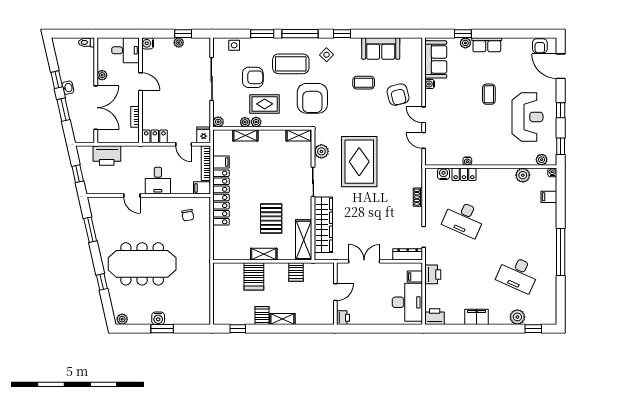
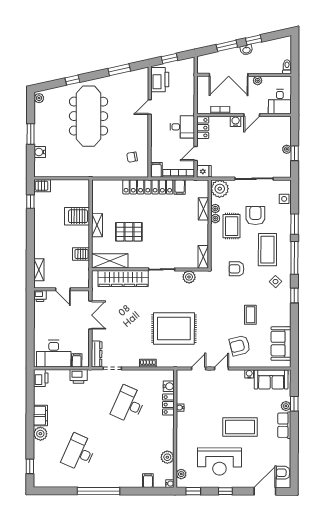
water cooler: (148, 43) -> (236, 121), moved
sofa: (381, 48) -> (281, 344), moved
armchair: (253, 77) -> (255, 216), turned 180
coffee table: (489, 94) -> (240, 427), width x1.86, depth x1.72
armchair: (312, 98) -> (237, 269), width x0.53, depth x0.53
plant: (218, 122) -> (220, 189), width x1.87, depth x1.87
printer: (107, 155) -> (160, 80), moved, turned 180
rug: (359, 162) -> (174, 328), moved
desk: (158, 181) -> (182, 127), moved, turned 180
server rack: (262, 315) -> (42, 186), moved
plant: (517, 317) -> (40, 434), moved
water cooler: (158, 318) -> (40, 152), moved
shelving: (282, 319) -> (39, 270), moved

